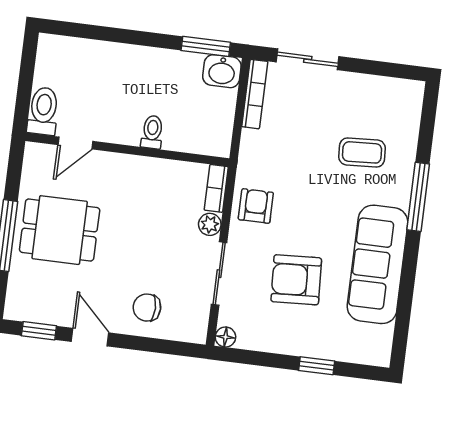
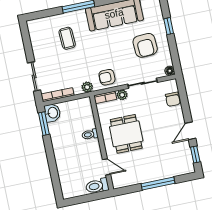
plant: (250, 159) -> (87, 87), added
dining table: (60, 230) -> (126, 134), moved
armchair: (296, 280) -> (145, 45), moved
chair: (147, 308) -> (173, 99), moved

